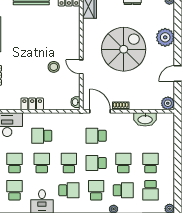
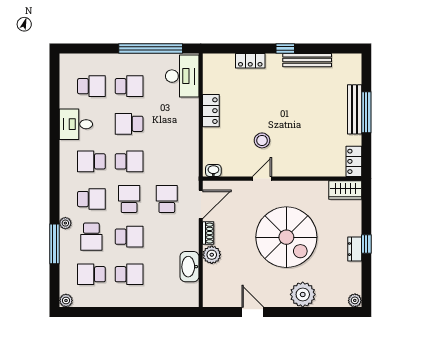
plant: (168, 103) -> (212, 255), moved
school desk: (42, 136) -> (167, 124), removed
school desk: (42, 163) -> (129, 124), turned 180
school desk: (69, 190) -> (91, 161), turned 90

